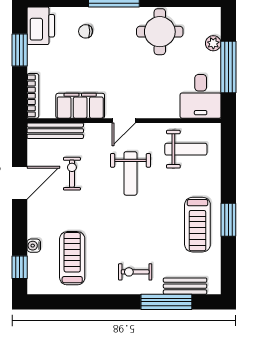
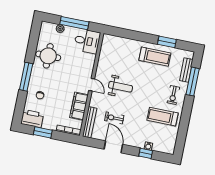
weight bench: (186, 149) -> (114, 55), removed
window: (228, 220) -> (167, 42), moved
treadmill: (72, 258) -> (162, 117), moved
window: (20, 267) -> (146, 153), moved

